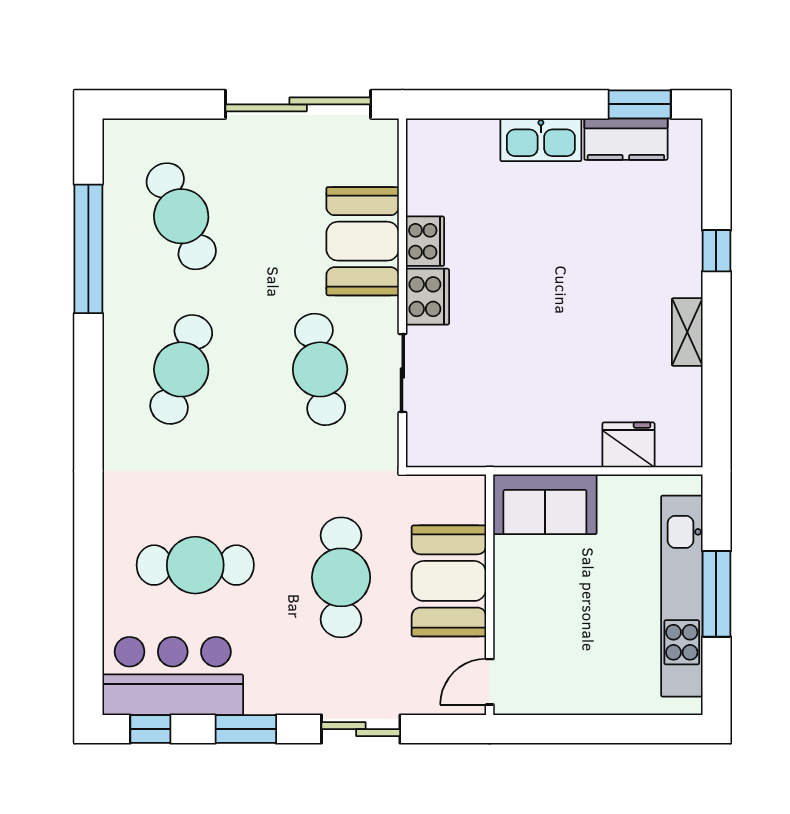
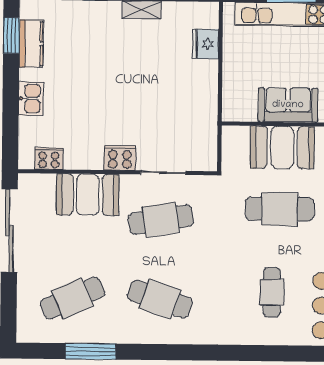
kitchen sink: (541, 140) -> (31, 99), width x0.73
cooker: (425, 241) -> (49, 159), moved
window: (88, 249) -> (90, 351), width x0.68
sofa: (545, 504) -> (288, 105), moved, turned -90
cafe table: (195, 565) -> (272, 292), width x0.73, depth x0.74

